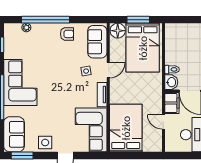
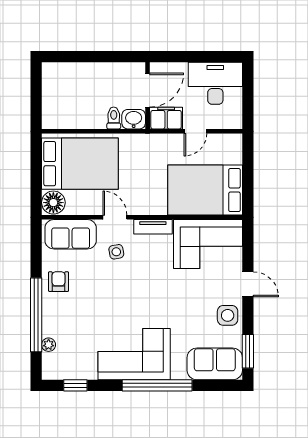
window: (138, 20) -> (36, 171), removed

